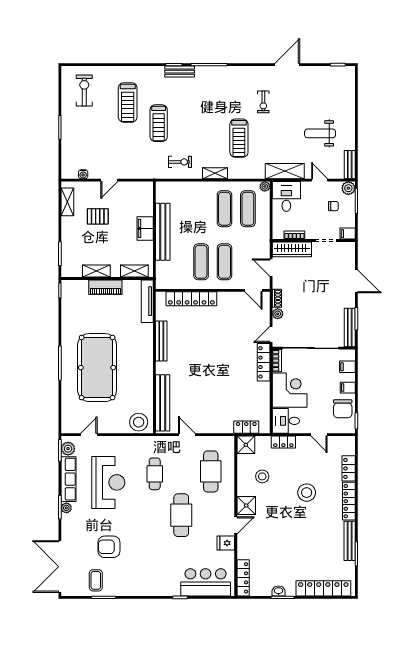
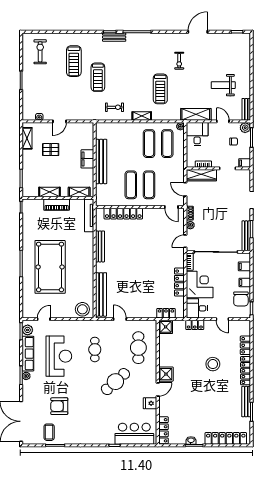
locker: (264, 362) -> (179, 282), moved
stool: (262, 476) -> (178, 351), removed
cafe table: (181, 515) -> (115, 382), turned 48

